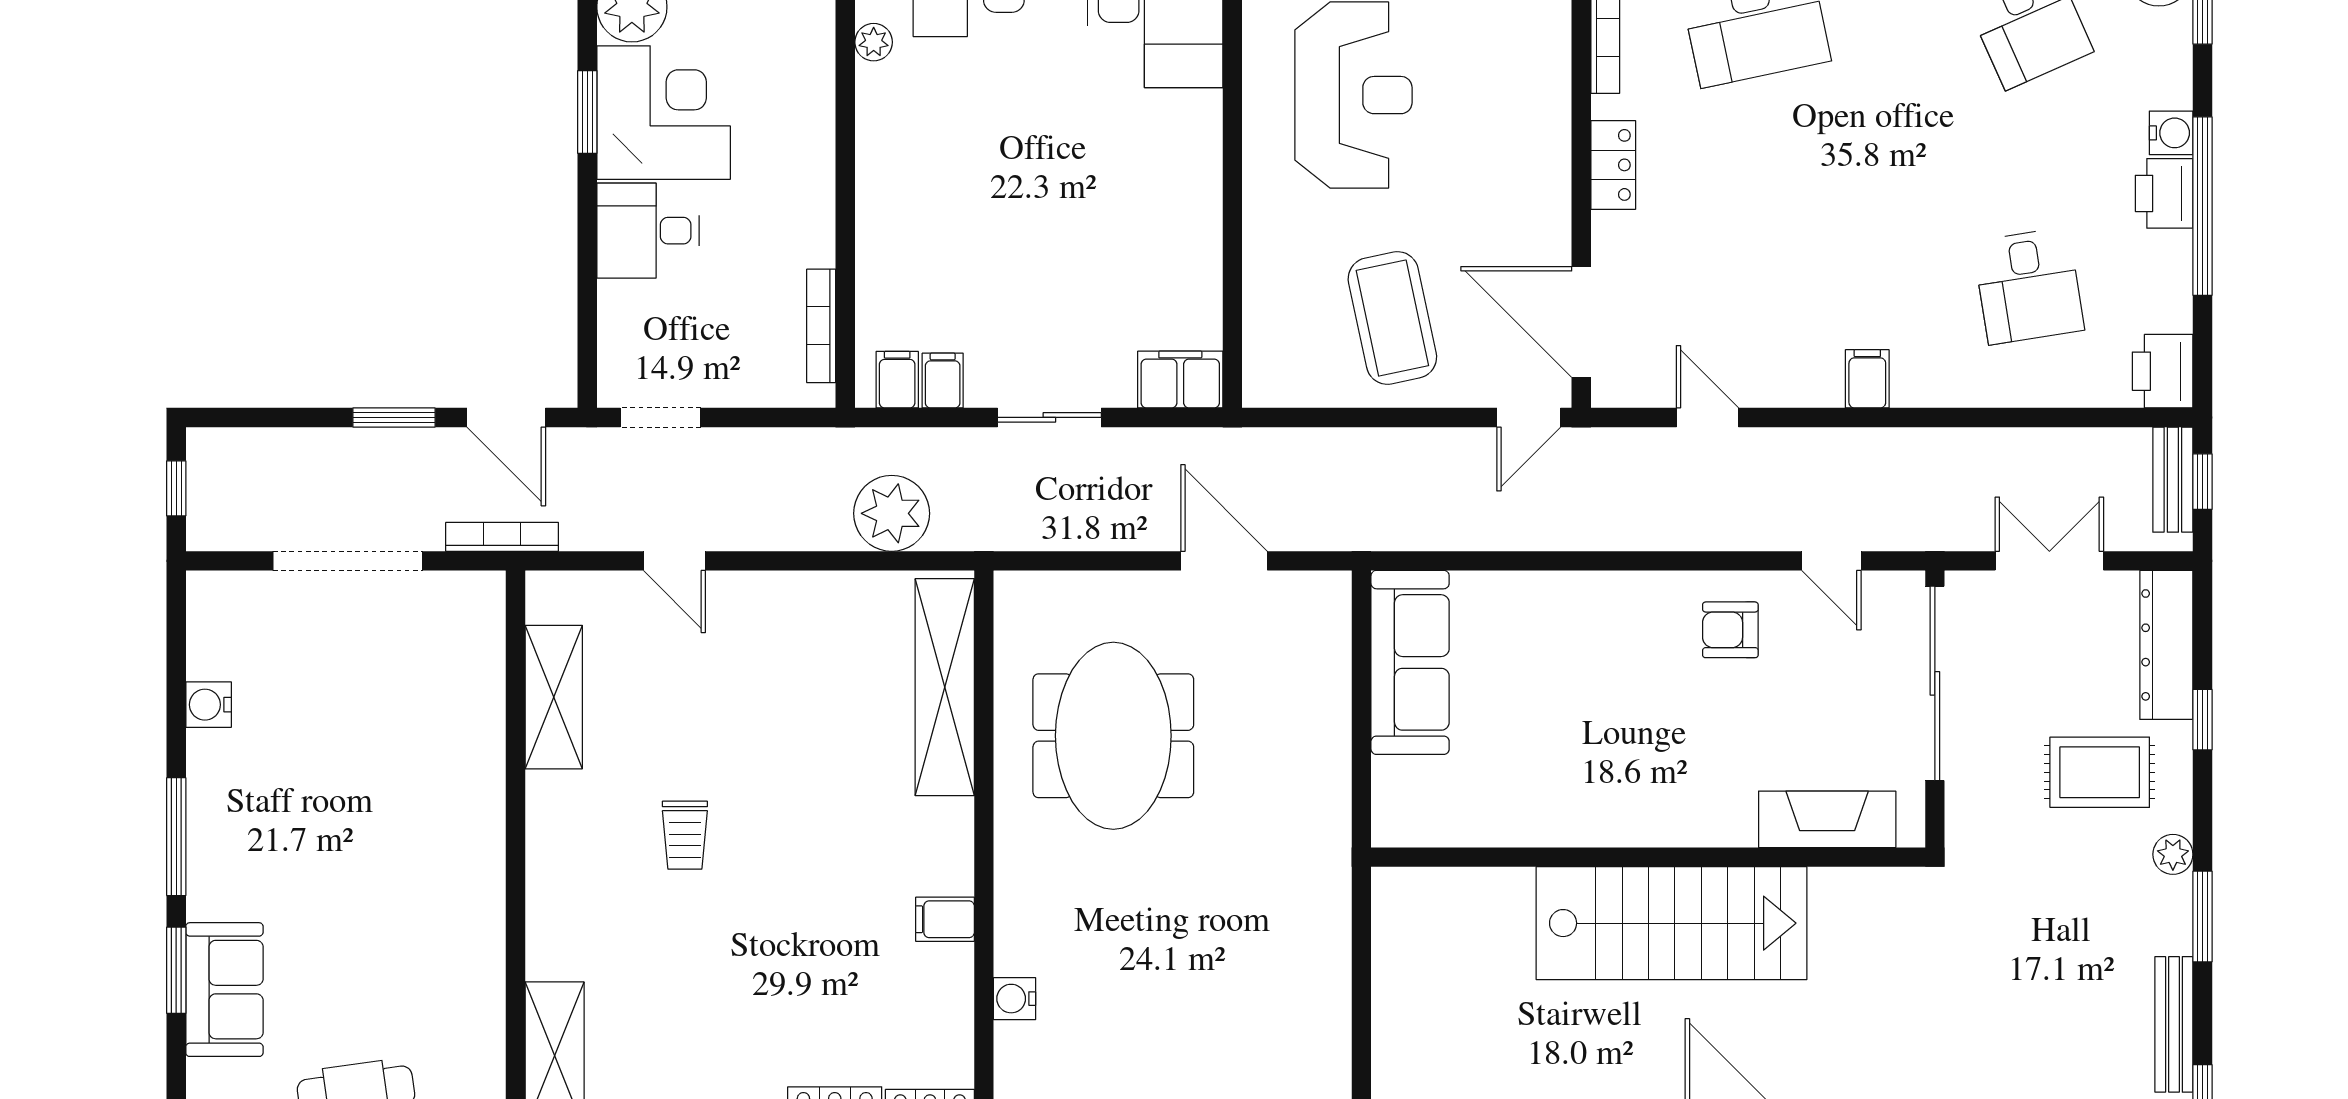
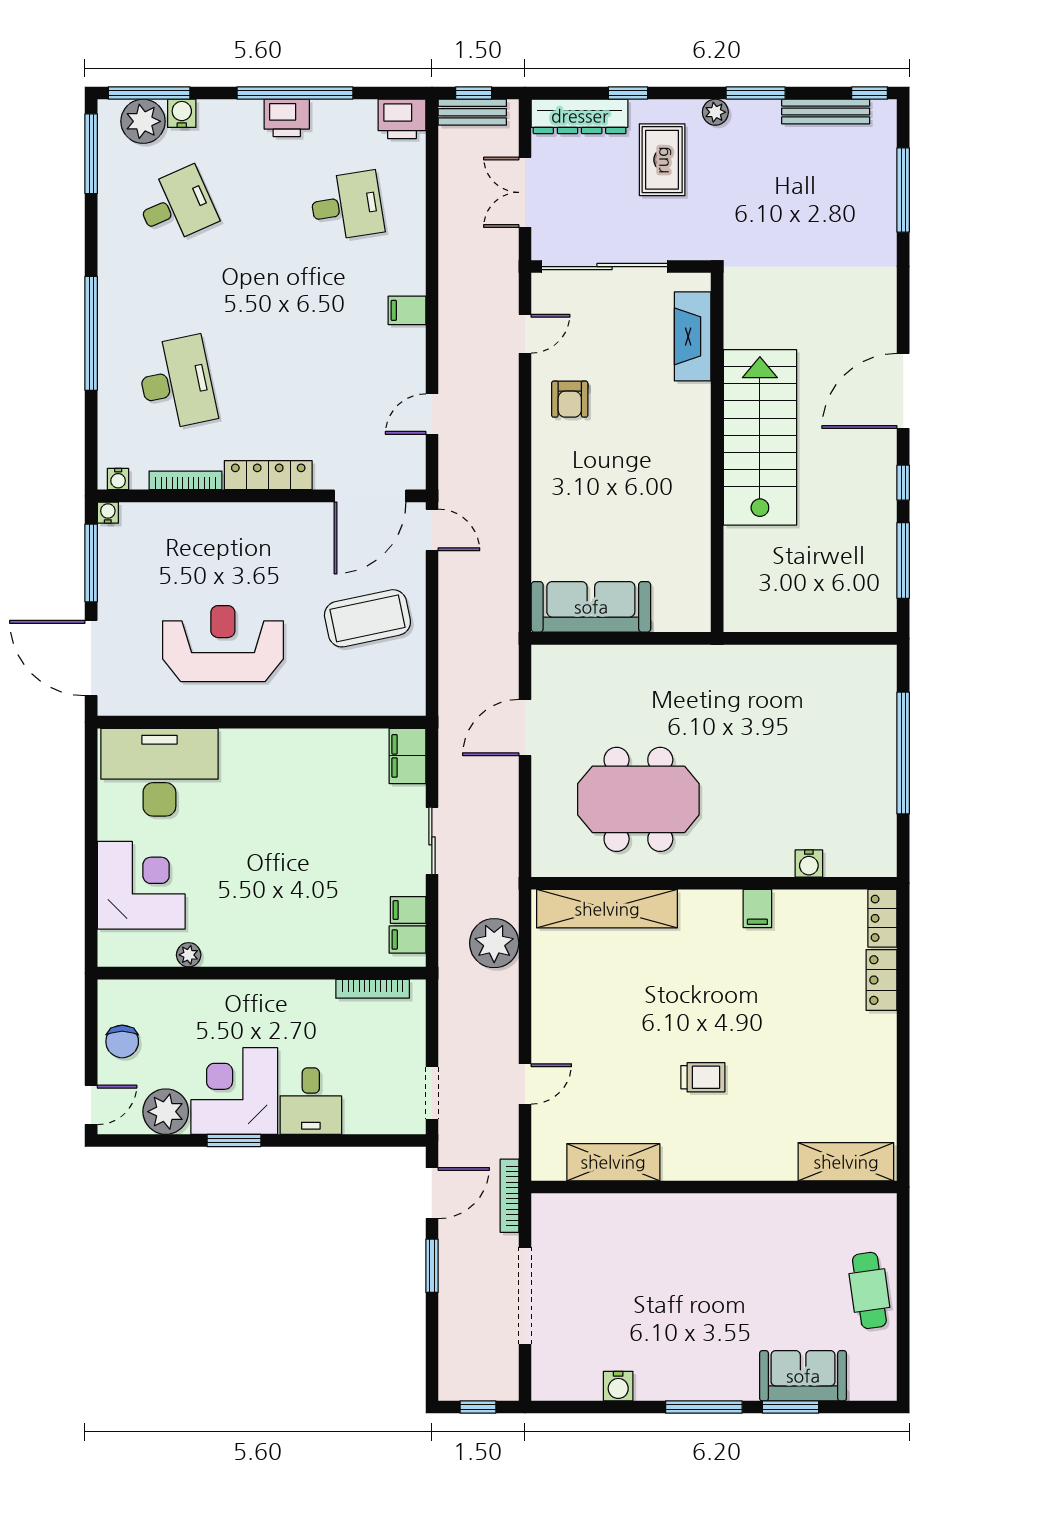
water cooler: (2171, 133) -> (182, 113), moved
locker: (1613, 165) -> (268, 475), width x1.53

